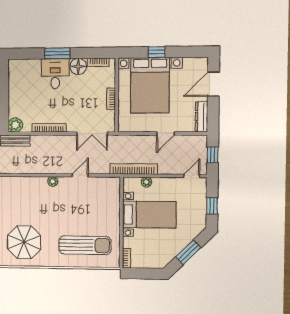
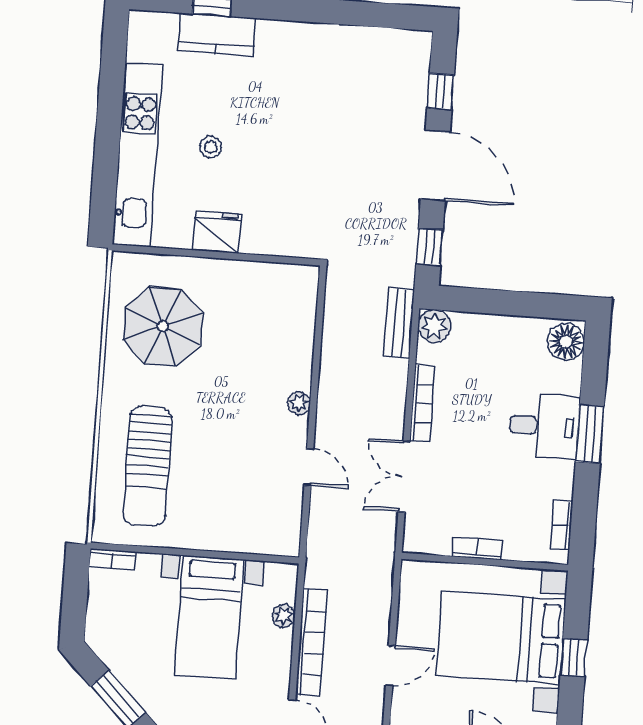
floor lamp: (78, 67) -> (566, 342), moved
double door: (92, 133) -> (404, 476), moved
door: (166, 133) -> (390, 666), swing flipped
bookcase: (134, 169) -> (311, 642), moved

